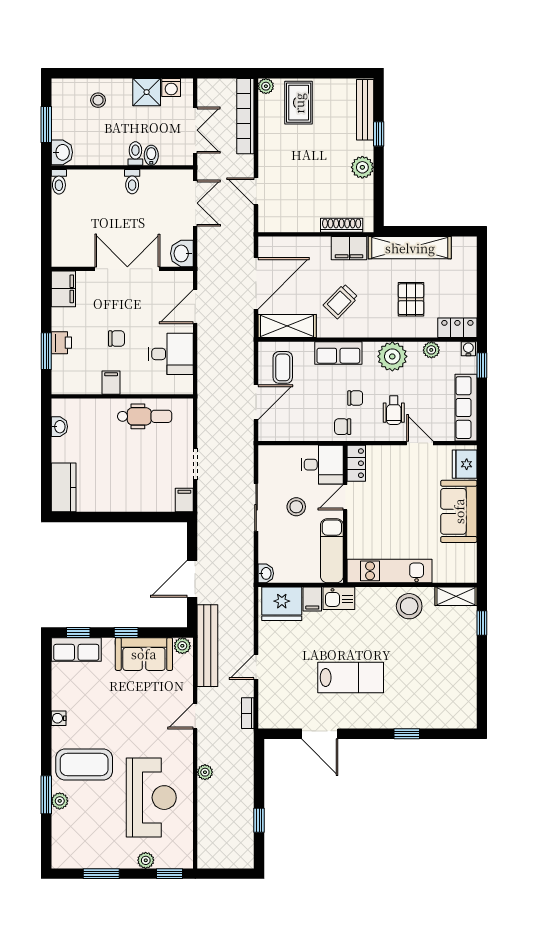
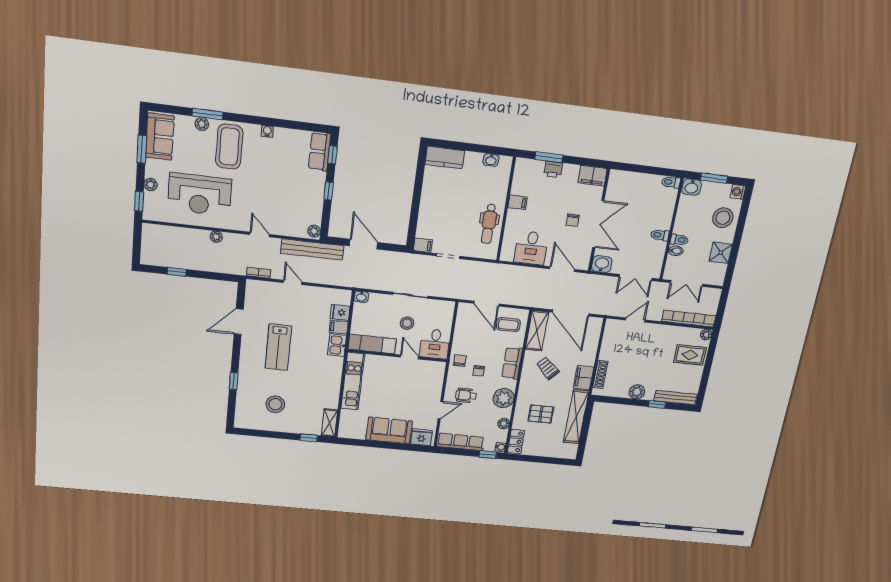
washing machine: (171, 88) -> (738, 192), moved
stool: (98, 100) -> (723, 218), width x1.89, depth x1.89
chair: (117, 339) -> (573, 220), moved
locker: (356, 463) -> (433, 367), removed
fridge: (282, 604) -> (340, 312), width x0.53, depth x0.75
stool: (409, 606) -> (275, 404), moved
sofa: (144, 654) -> (160, 137), moved, turned 180

